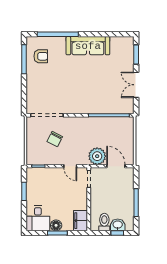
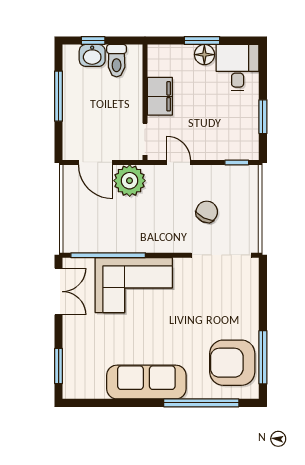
armchair: (41, 56) -> (232, 363), width x1.88, depth x1.88
double door: (136, 85) -> (59, 292), moved
corner sofa: (95, 99) -> (134, 285), added
filing cabinet: (81, 221) -> (160, 96), moved

